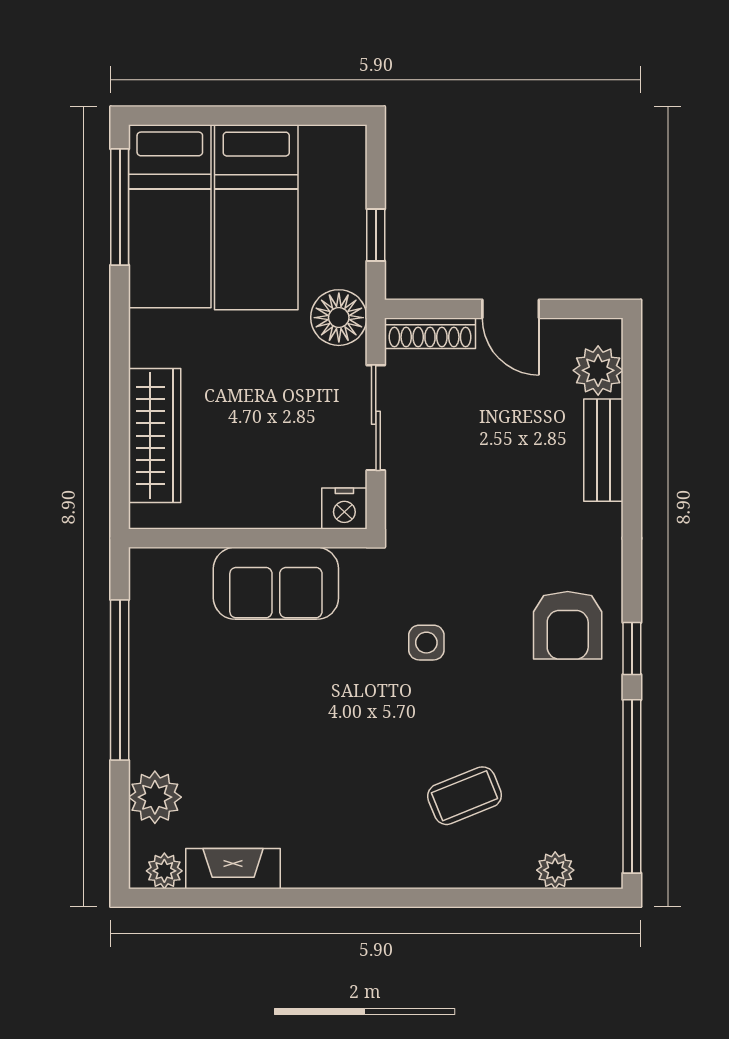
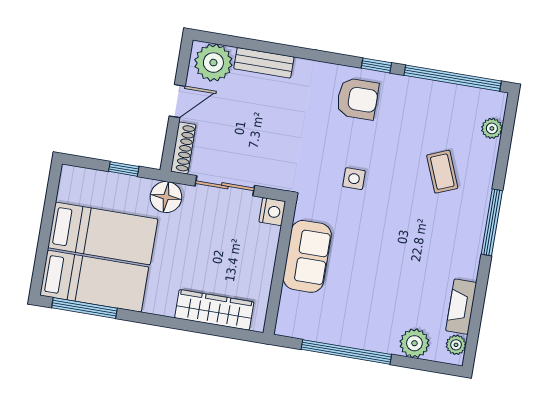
plant: (598, 370) -> (213, 63), width x1.36, depth x1.36
window: (390, 898) -> (492, 222), added

